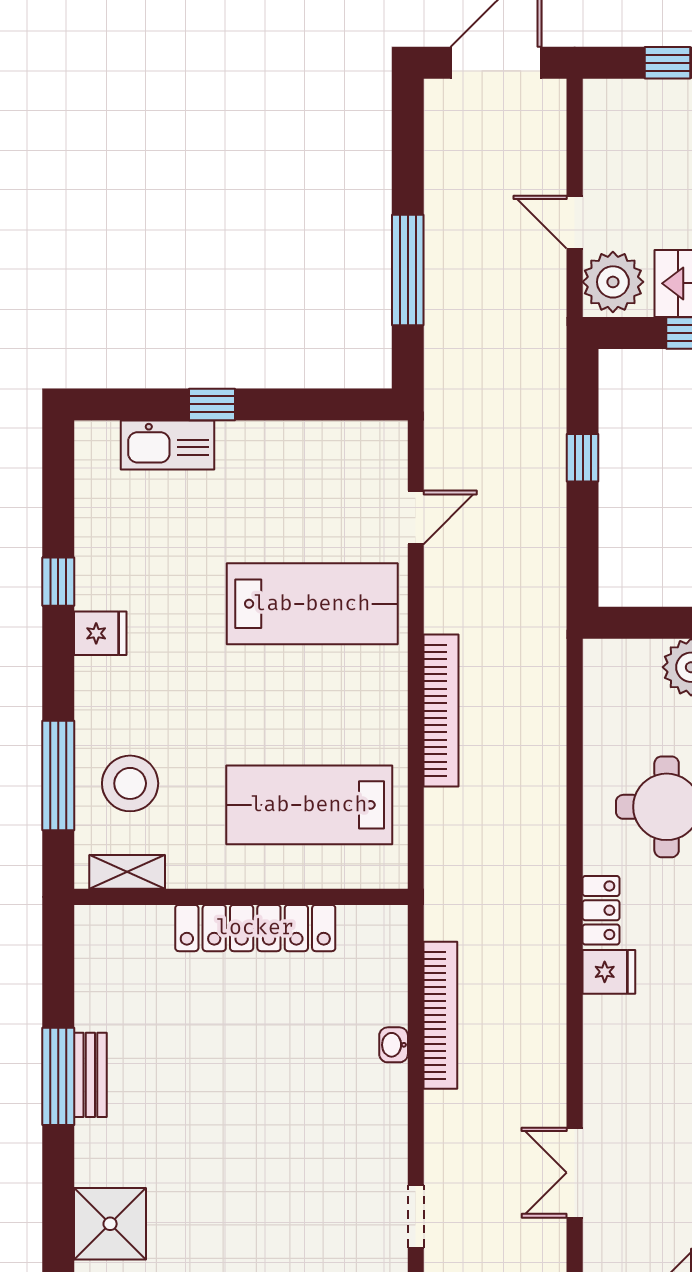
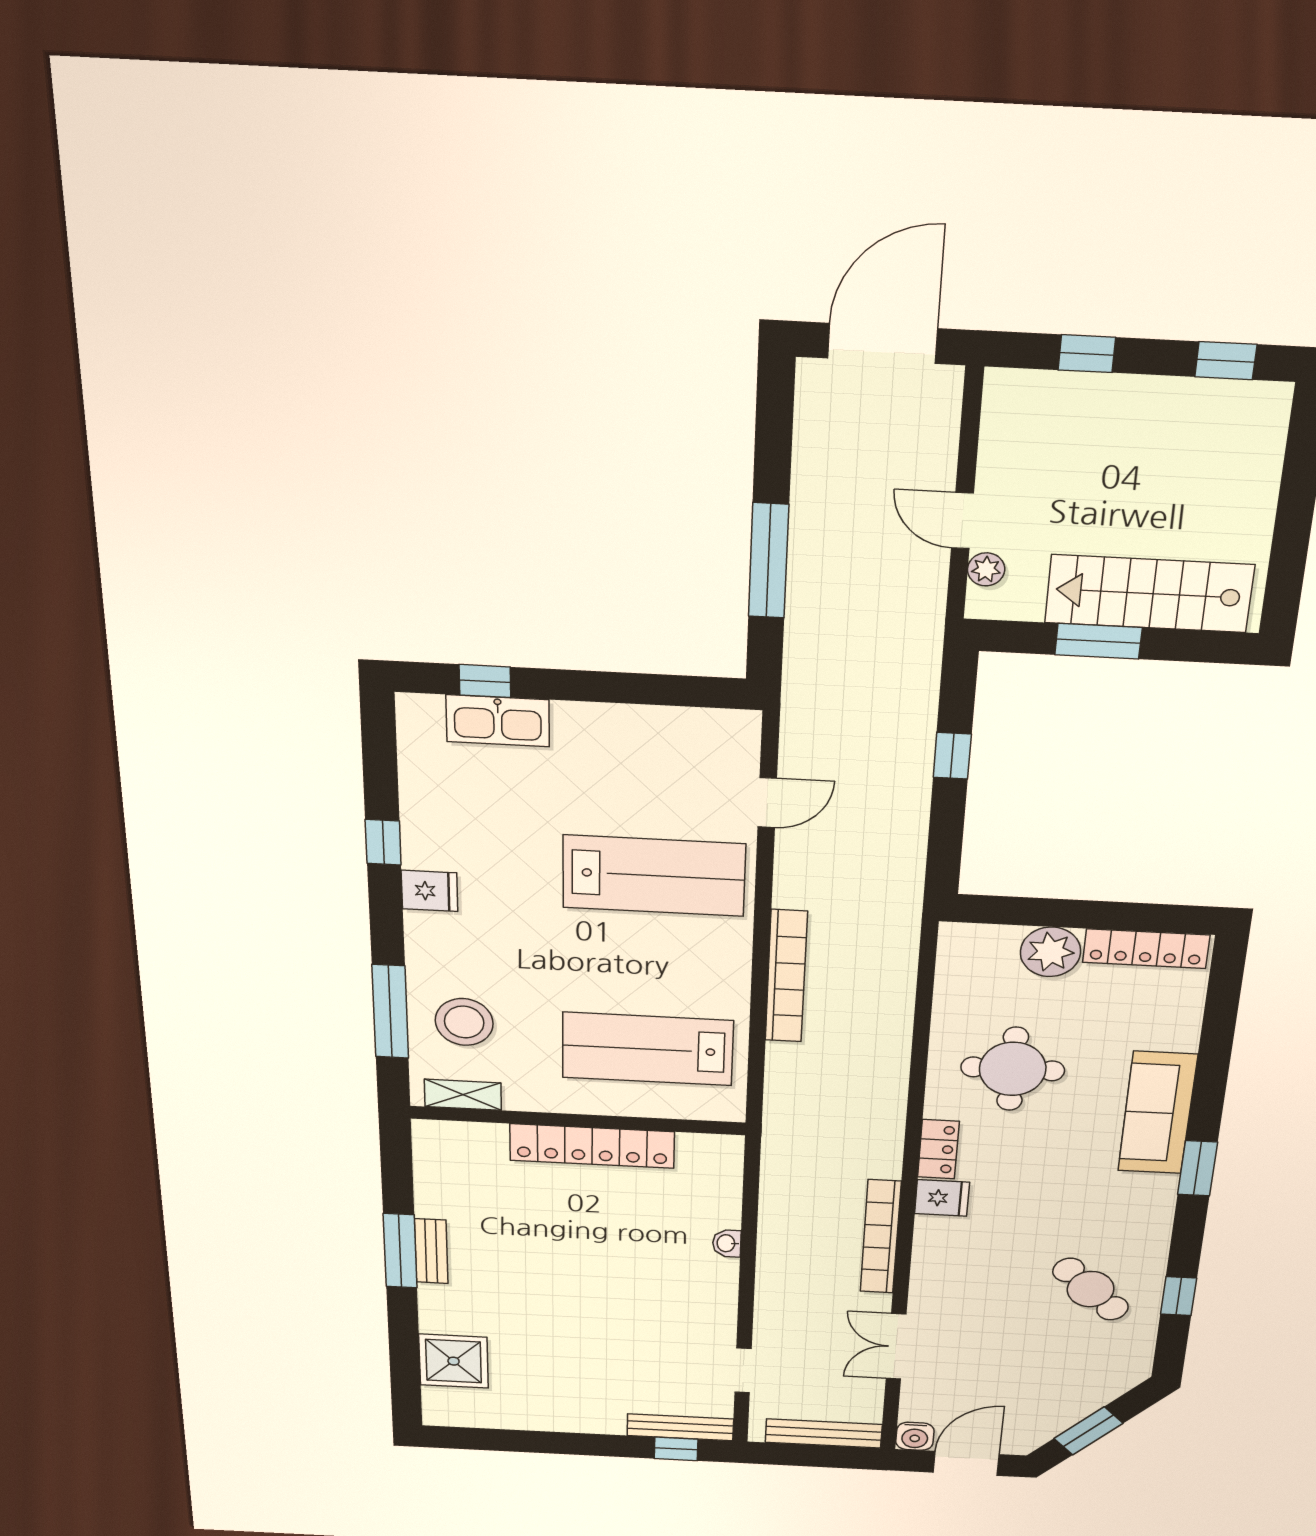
plant: (613, 282) -> (986, 569), width x0.53, depth x0.53
window: (212, 404) -> (485, 681), moved
bookcase: (440, 1015) -> (881, 1237), moved, turned 180

